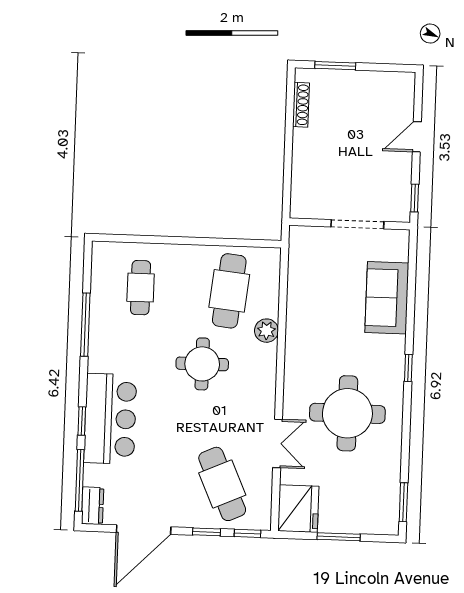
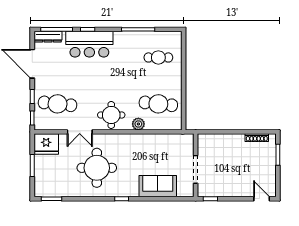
door: (417, 137) -> (262, 199), moved
round table: (202, 364) -> (111, 115), moved
cafe table: (222, 484) -> (58, 104), turned 30
dresser: (93, 506) -> (48, 37), width x1.44

